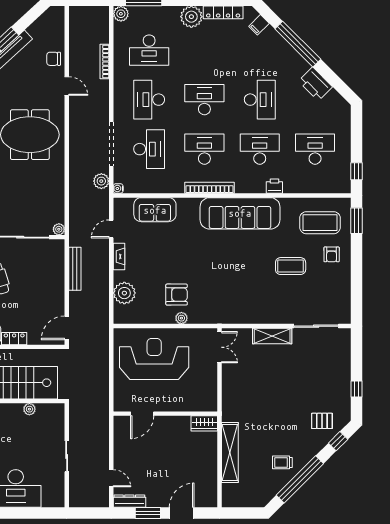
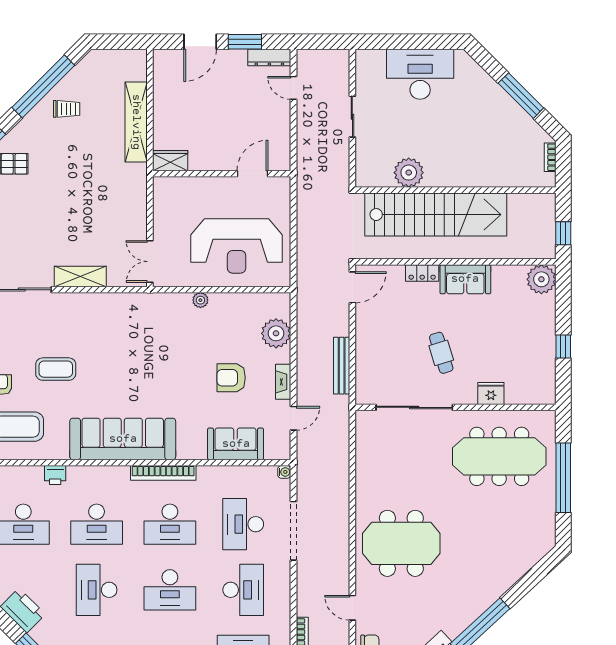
plant: (101, 181) -> (307, 482), removed
printer: (274, 186) -> (55, 475), moved
plant: (59, 229) -> (363, 418), removed
armchair: (177, 295) -> (231, 378), moved
plant: (29, 409) -> (409, 173), width x1.87, depth x1.87

